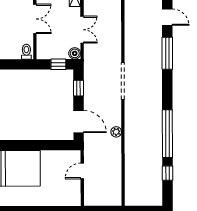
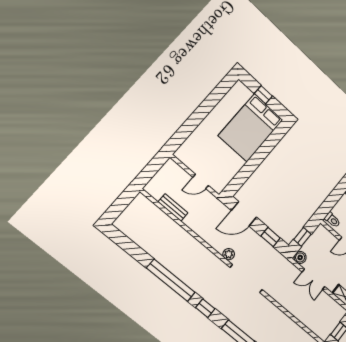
plant: (116, 132) -> (229, 254), moved
door: (82, 171) -> (201, 181), swing flipped
window: (167, 173) -> (205, 308), moved
bench: (116, 175) -> (173, 207), added

